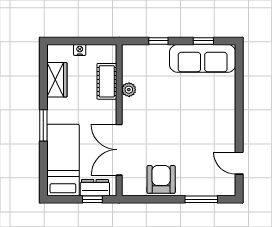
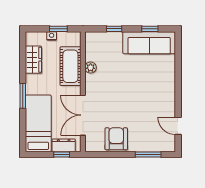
window: (88, 41) -> (58, 29), added
cot: (107, 81) -> (70, 66), width x1.37, depth x1.34

